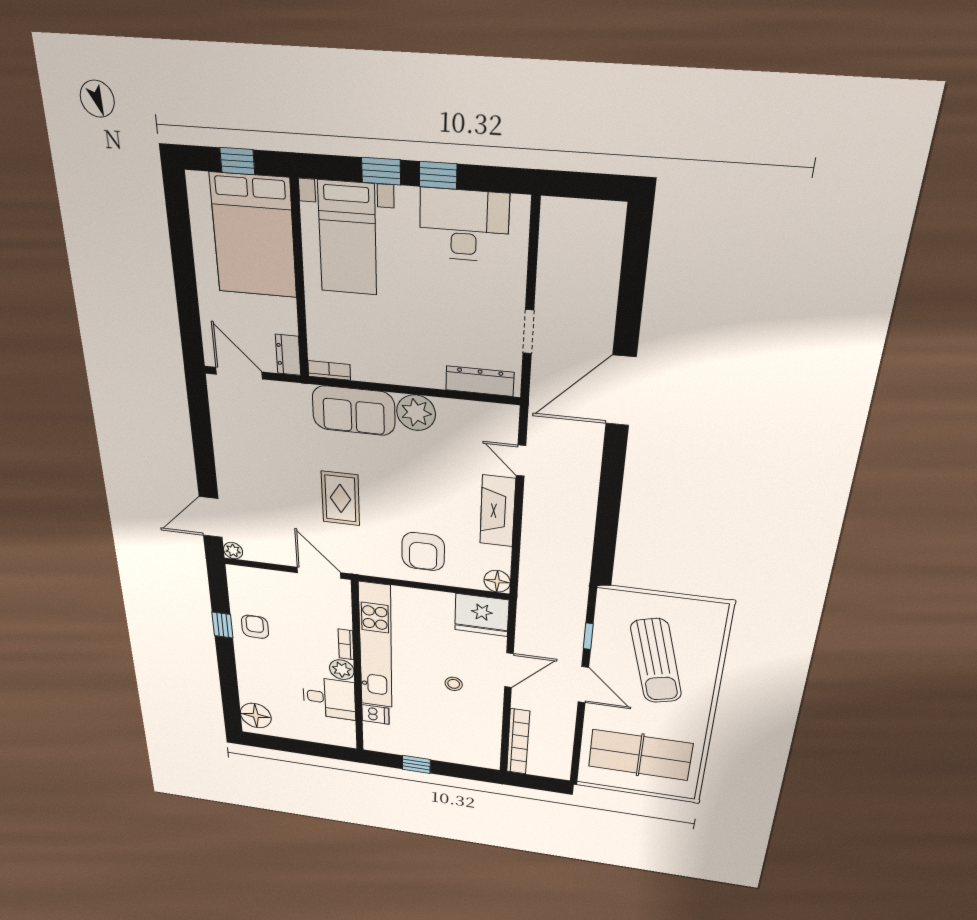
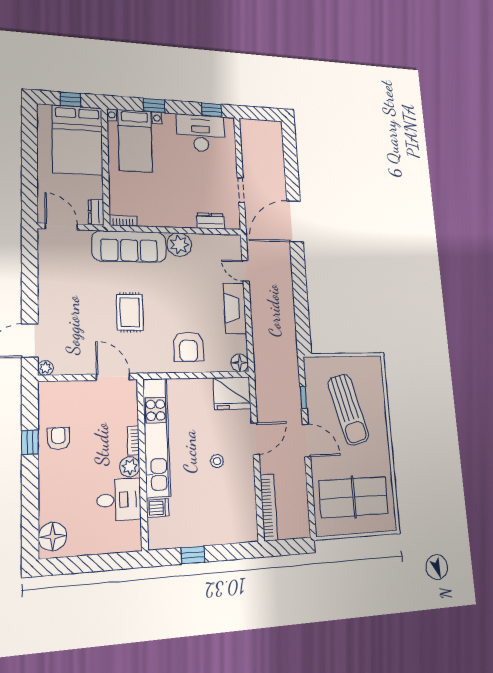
window: (438, 175) -> (212, 110), moved
dresser: (480, 381) -> (210, 221), width x0.70
sofa: (354, 411) -> (129, 246), width x1.36

